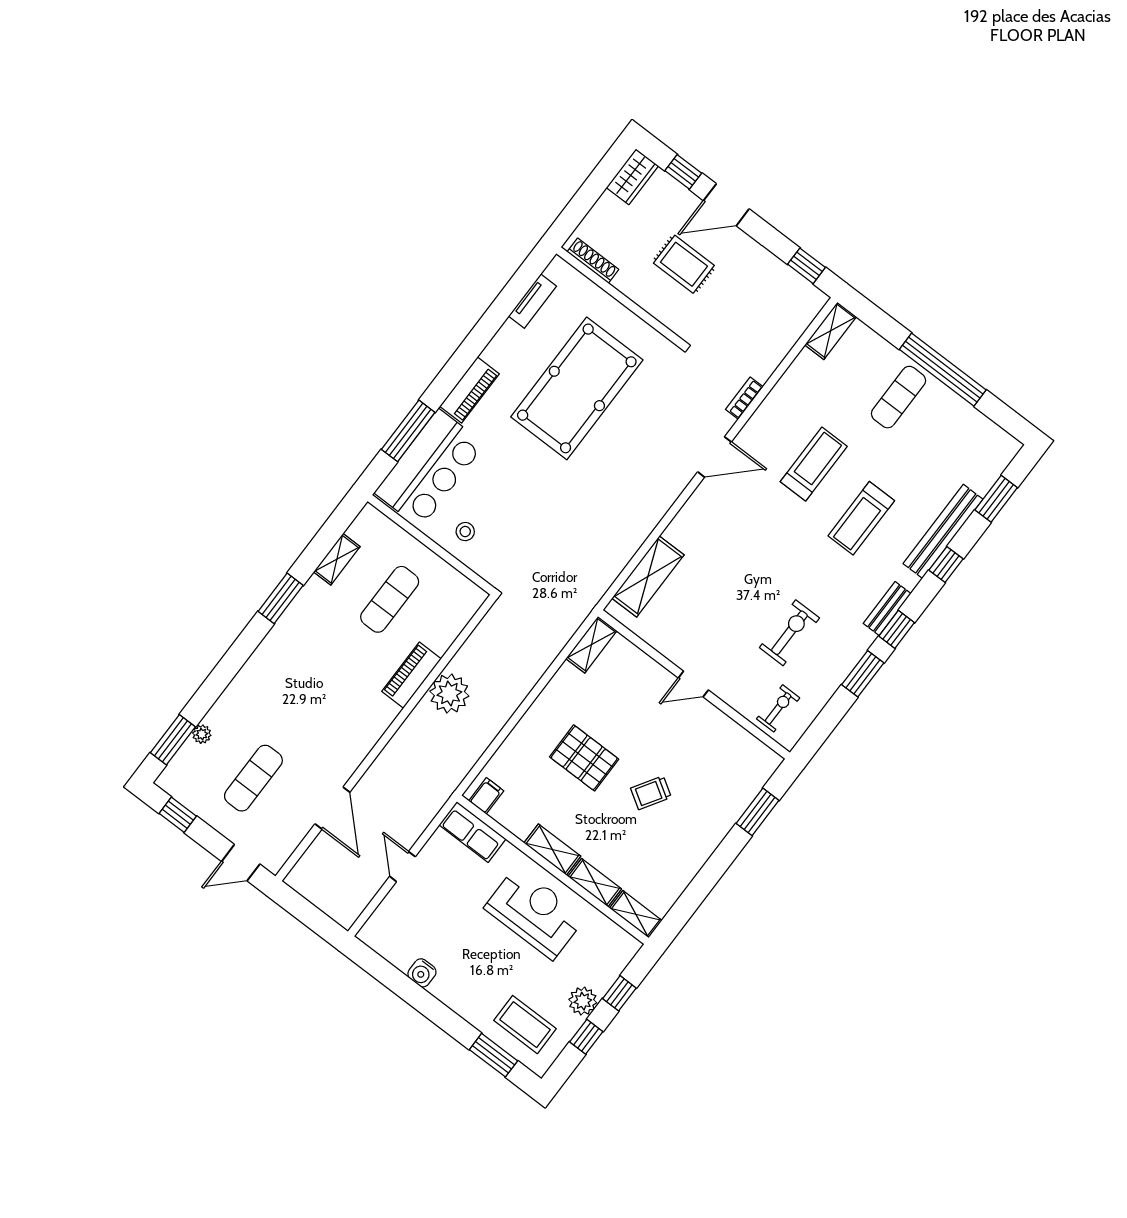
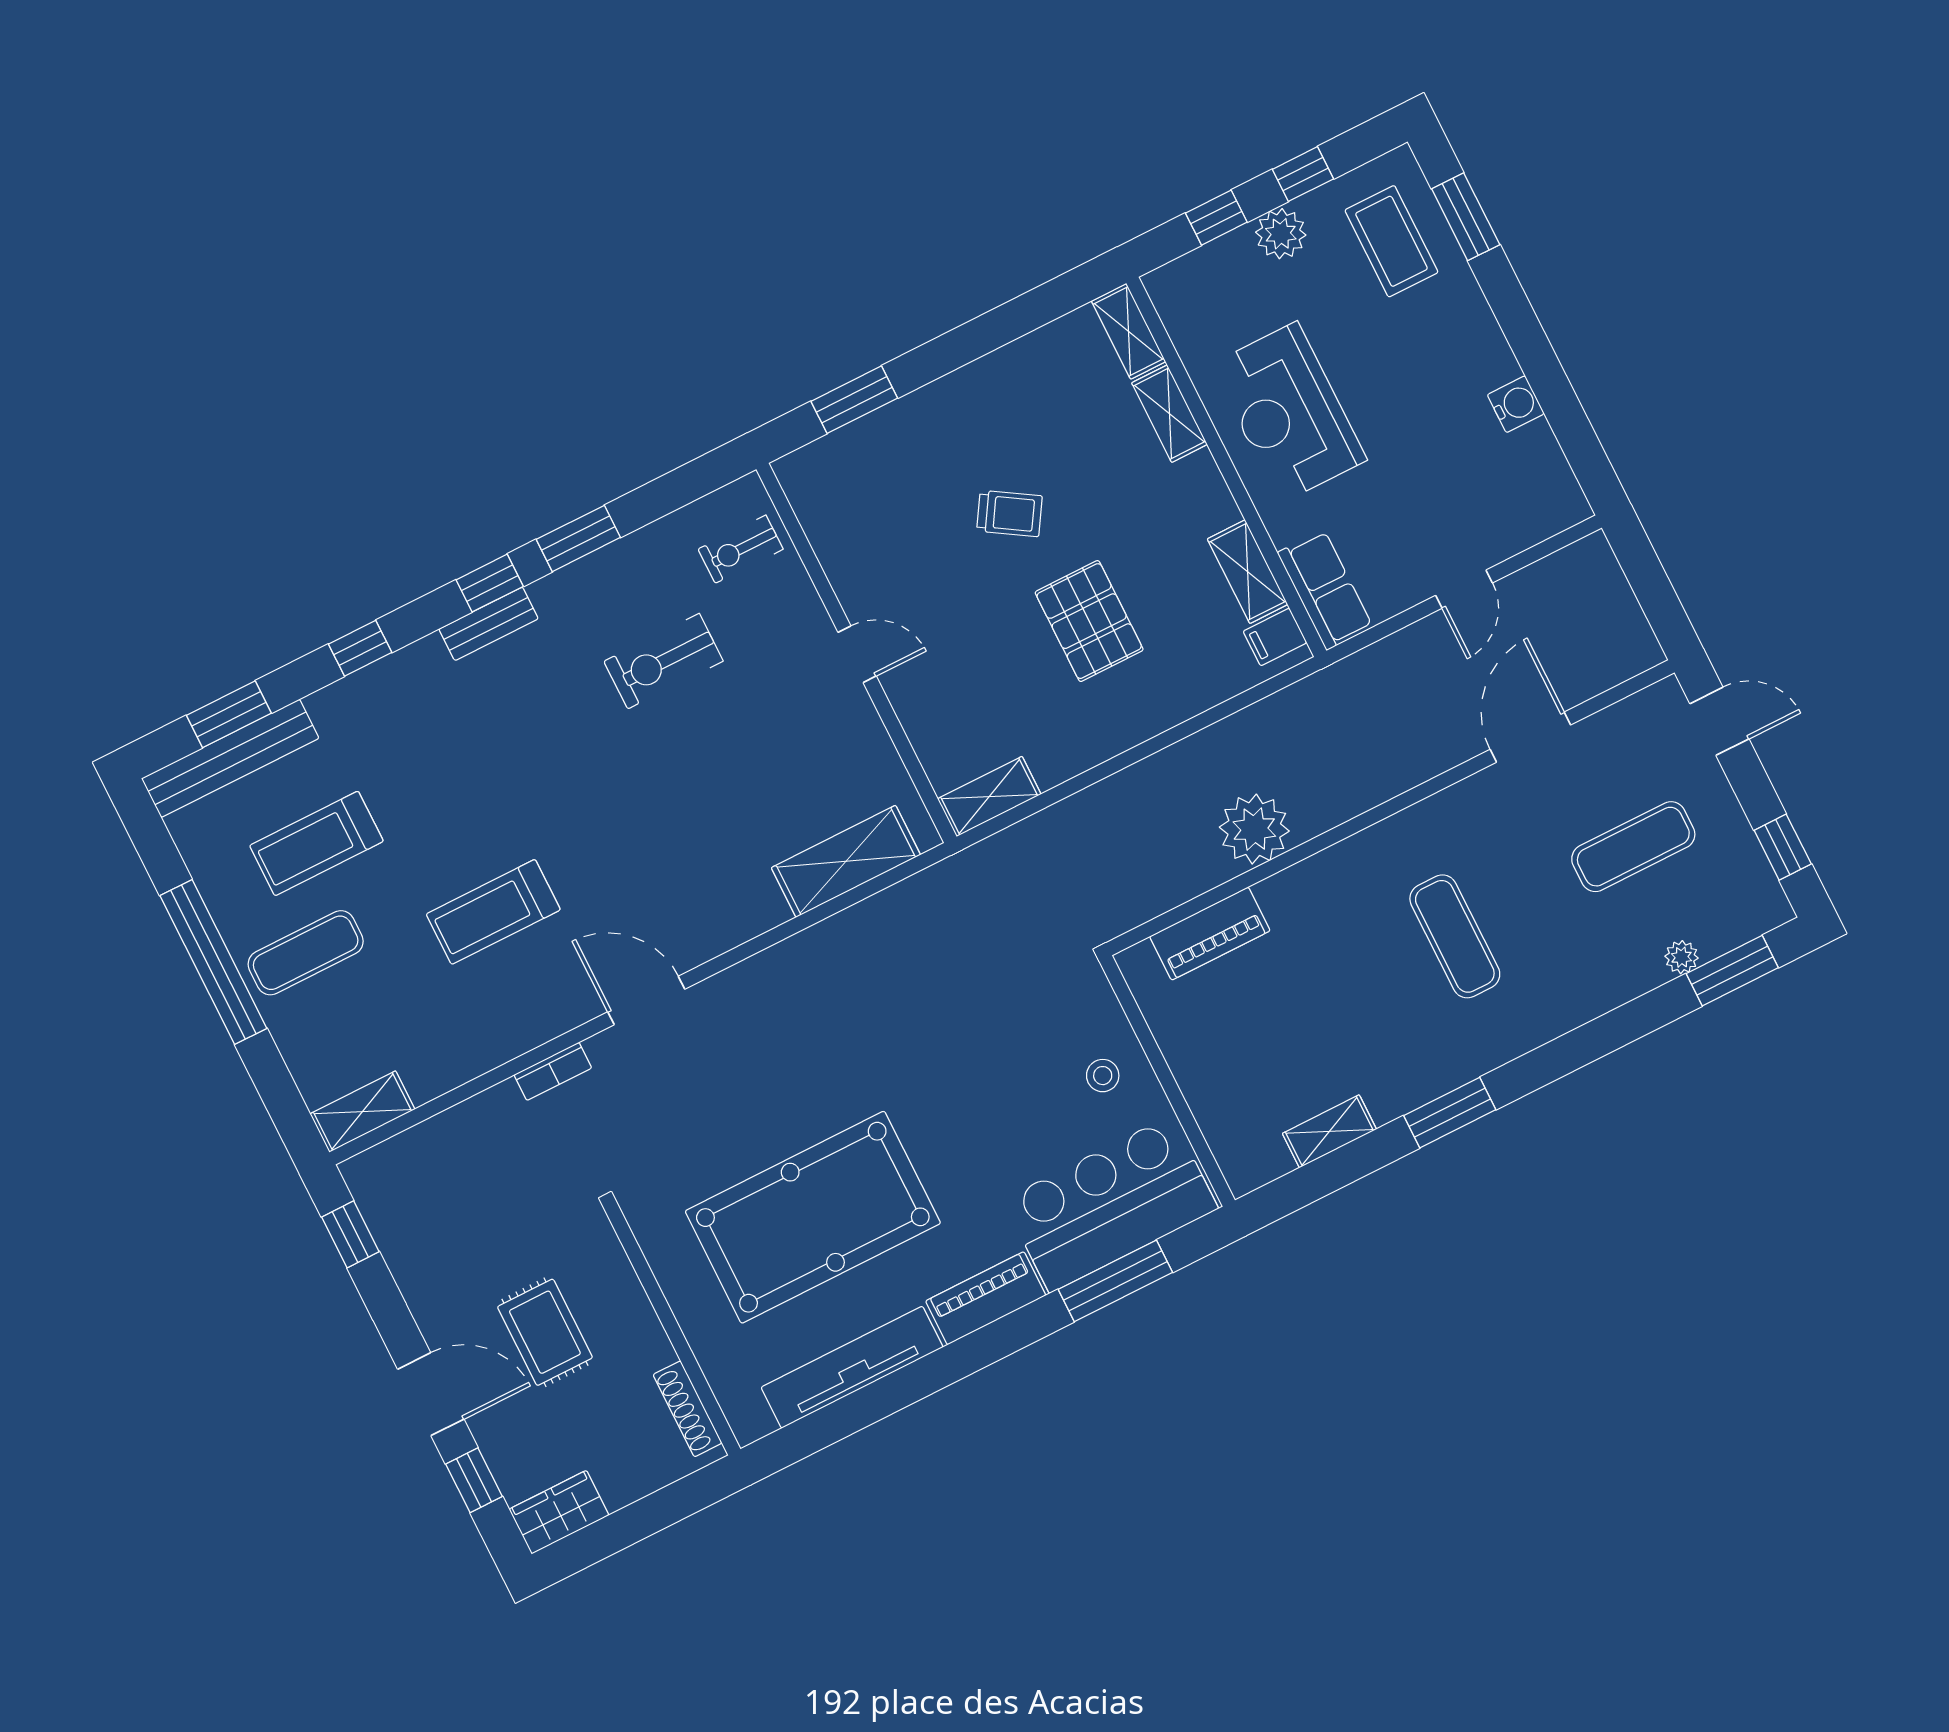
tv unit: (533, 301) -> (852, 1367), width x1.92, depth x1.29
treadmill: (861, 518) -> (316, 843), moved, turned 180
bench: (943, 531) -> (230, 758), moved
exercise mat: (390, 599) -> (1455, 936), moved, turned 90
piano: (411, 675) -> (1210, 934), moved
shelving: (552, 849) -> (1248, 572), moved

